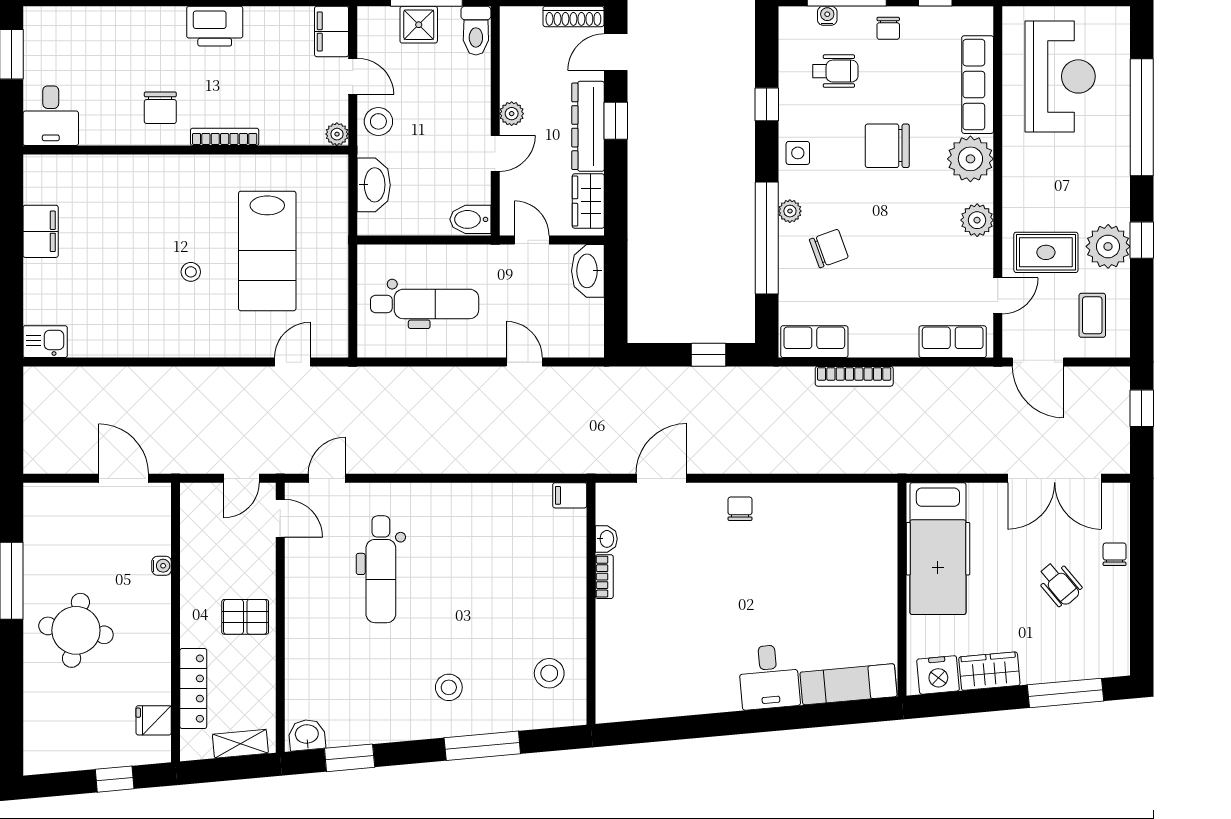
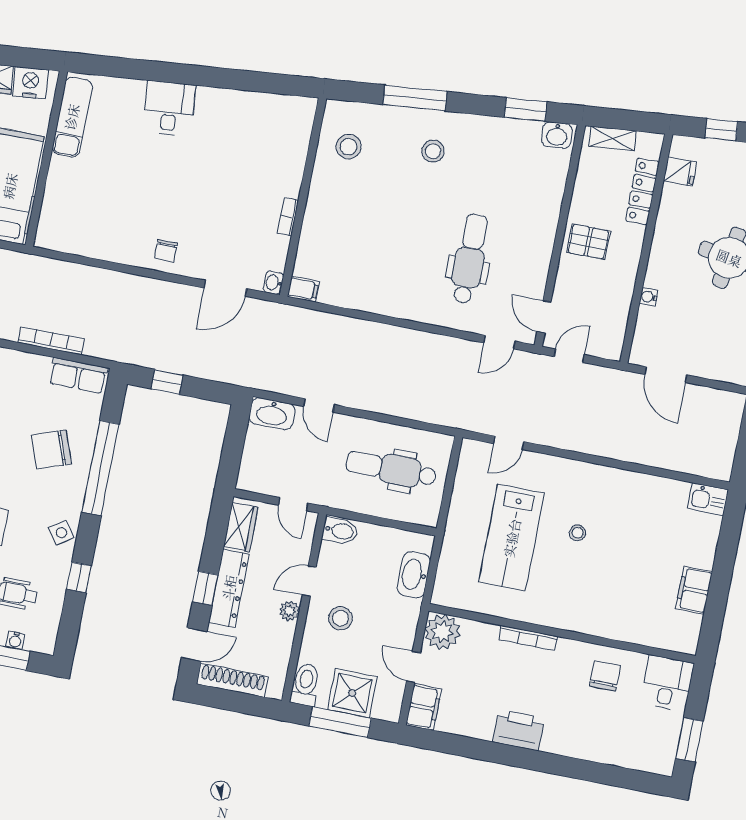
shoe rack: (573, 16) -> (233, 680), width x1.36, depth x1.24
shower: (419, 25) -> (352, 693), width x1.36, depth x1.36
chair: (160, 108) -> (605, 676), moved
stool: (378, 121) -> (340, 618), moved
plant: (337, 134) -> (442, 632), width x1.88, depth x1.88
side table: (798, 153) -> (61, 533), turned -35
plant: (790, 211) -> (77, 486), removed
chair: (829, 248) -> (51, 449), width x1.37, depth x1.37
lab bench: (267, 251) -> (512, 538), turned 180
washbasin: (588, 271) -> (272, 414), moved, turned 90
washbasin: (606, 539) -> (273, 283), moved
exam couch: (849, 684) -> (72, 117), moved, turned -85

